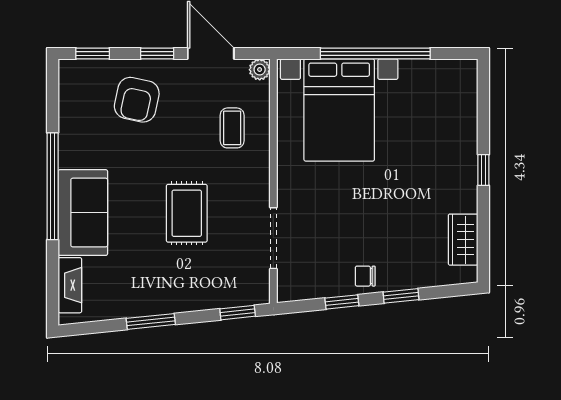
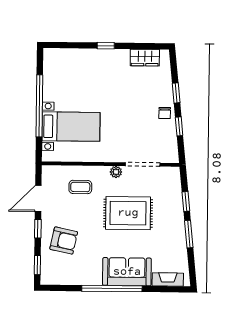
plant: (260, 70) -> (116, 172), moved
bed with nightstands: (339, 110) -> (71, 127), width x0.73
rug: (187, 213) -> (128, 213), width x1.36, depth x1.43
window: (238, 313) -> (186, 201), moved

